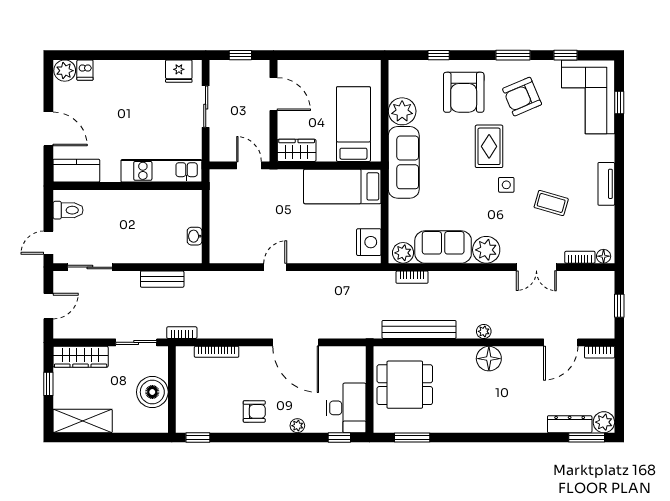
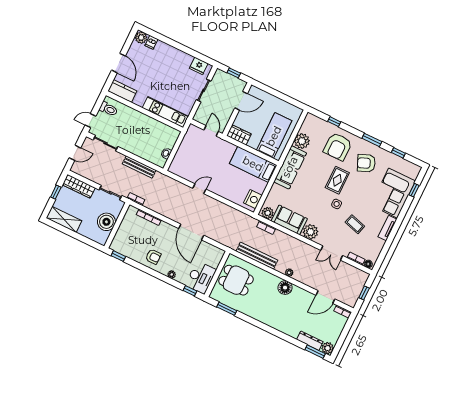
door: (274, 94) -> (241, 101), hinge flipped
corner sofa: (588, 97) -> (393, 193), moved
bench: (162, 279) -> (139, 167), width x1.36

